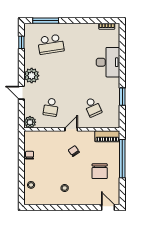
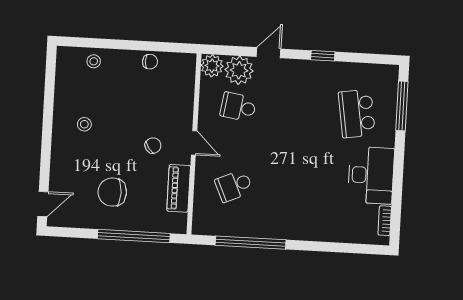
window: (21, 42) -> (323, 56), moved
desk: (108, 62) -> (371, 175), moved, turned -90
plant: (32, 76) -> (239, 70), moved
window: (122, 97) -> (251, 243), width x2.11
piano: (107, 136) -> (179, 188), moved

